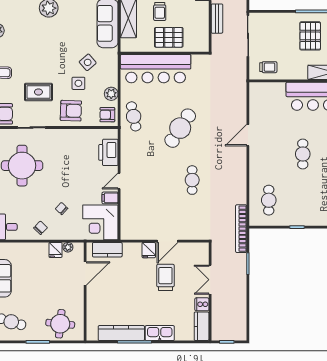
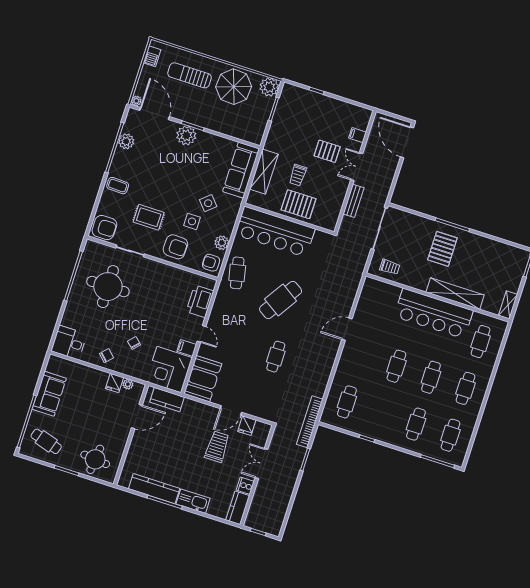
door: (119, 181) -> (202, 334), swing flipped
booth: (133, 221) -> (203, 379), added
fridge: (149, 250) -> (247, 426), moved

